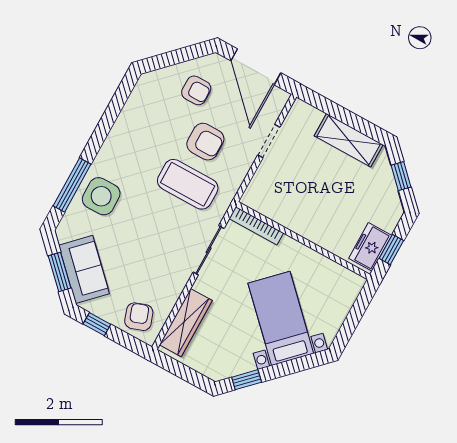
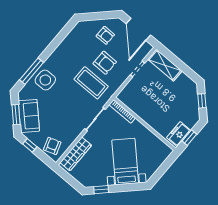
shelving: (349, 140) -> (165, 65), moved

